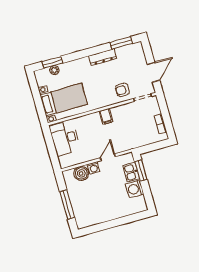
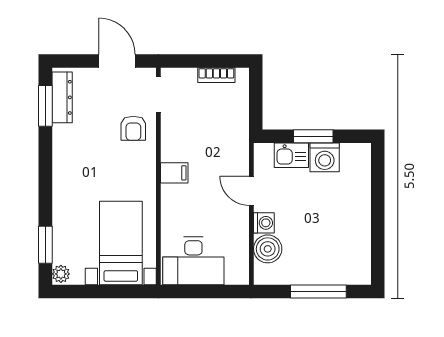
dresser: (103, 57) -> (62, 97), moved
plant: (54, 70) -> (61, 274), moved
window: (141, 170) -> (313, 136), moved

